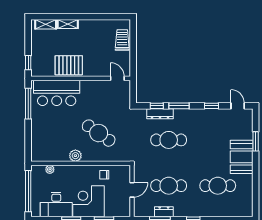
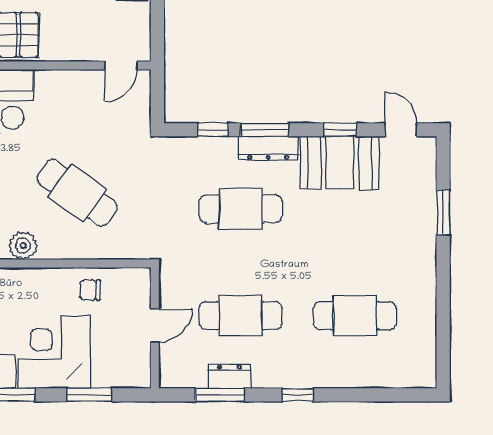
door: (117, 78) -> (121, 65), swing flipped
dresser: (160, 114) -> (268, 148), moved
booth: (242, 157) -> (340, 162), moved, turned 90

